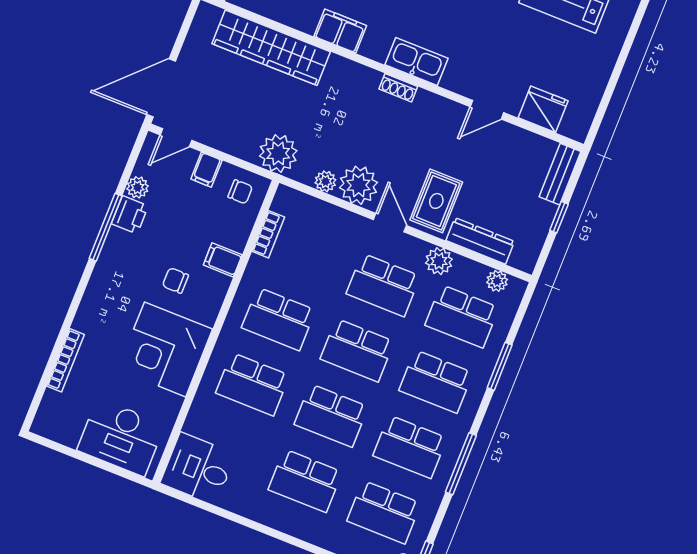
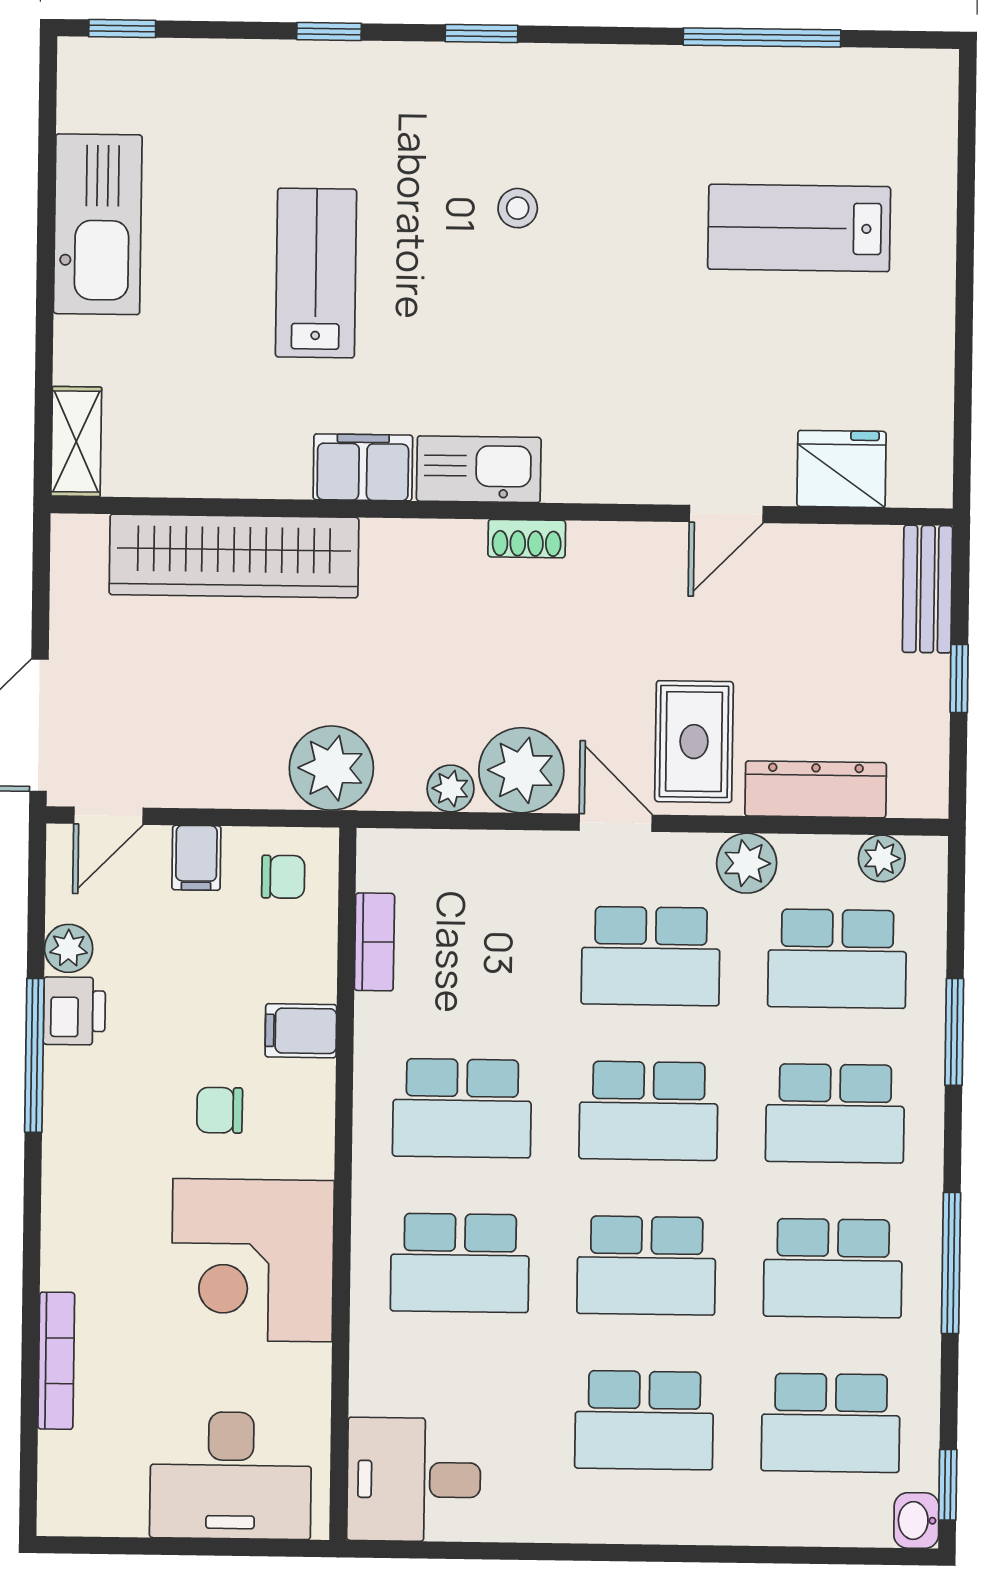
kitchen sink: (416, 61) -> (479, 469), moved

